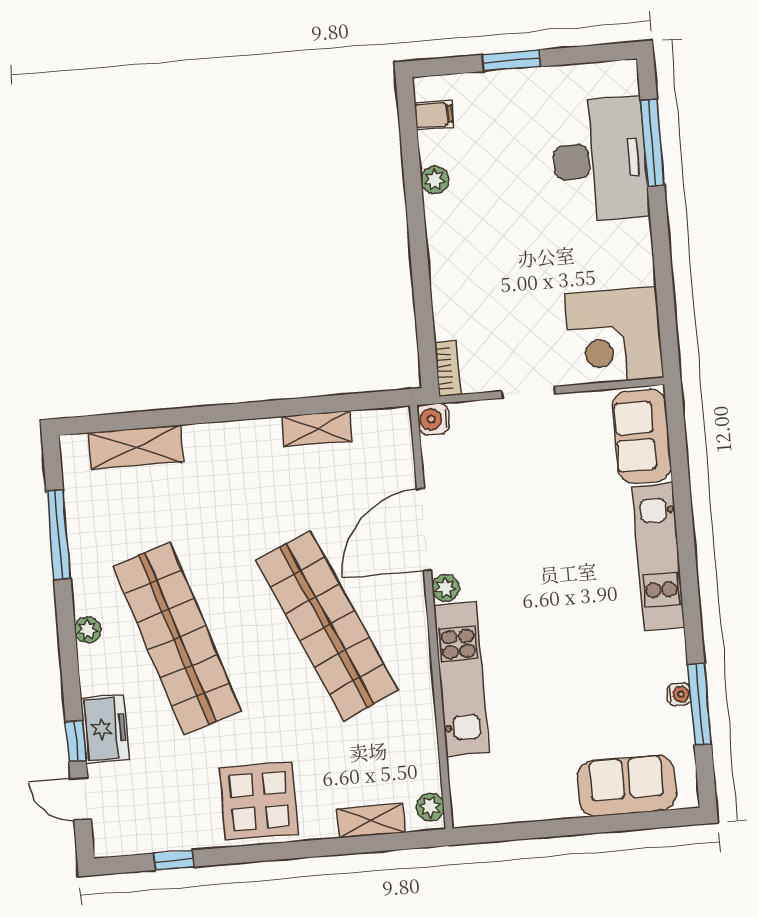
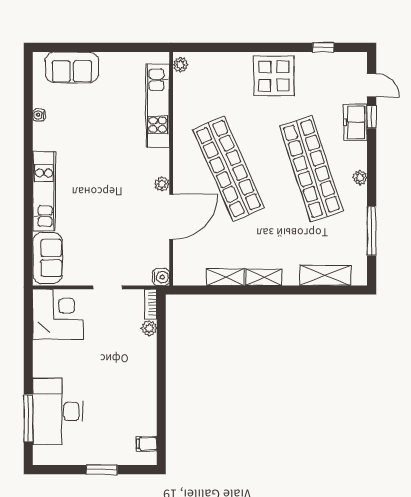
plant: (435, 180) -> (149, 328), moved
kitchen unit: (461, 679) -> (158, 106), moved
window: (699, 704) -> (28, 108), removed
shelving: (371, 821) -> (263, 277), moved

